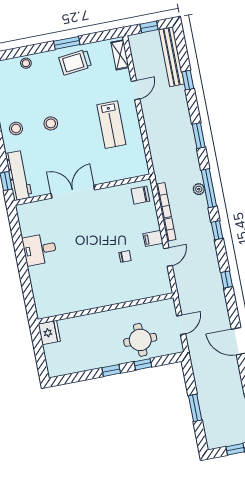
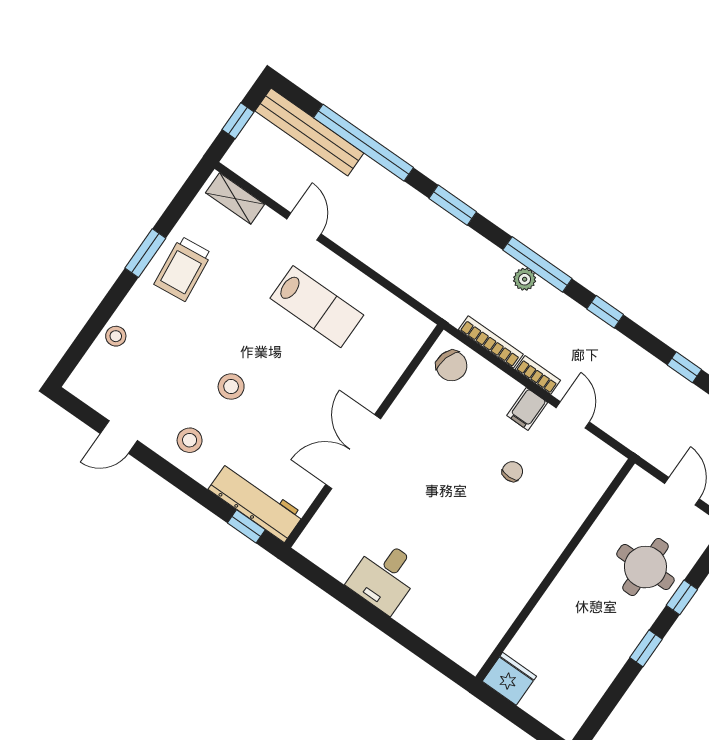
window: (188, 80) -> (363, 143), width x3.17
chair: (140, 195) -> (452, 366), turned -73

